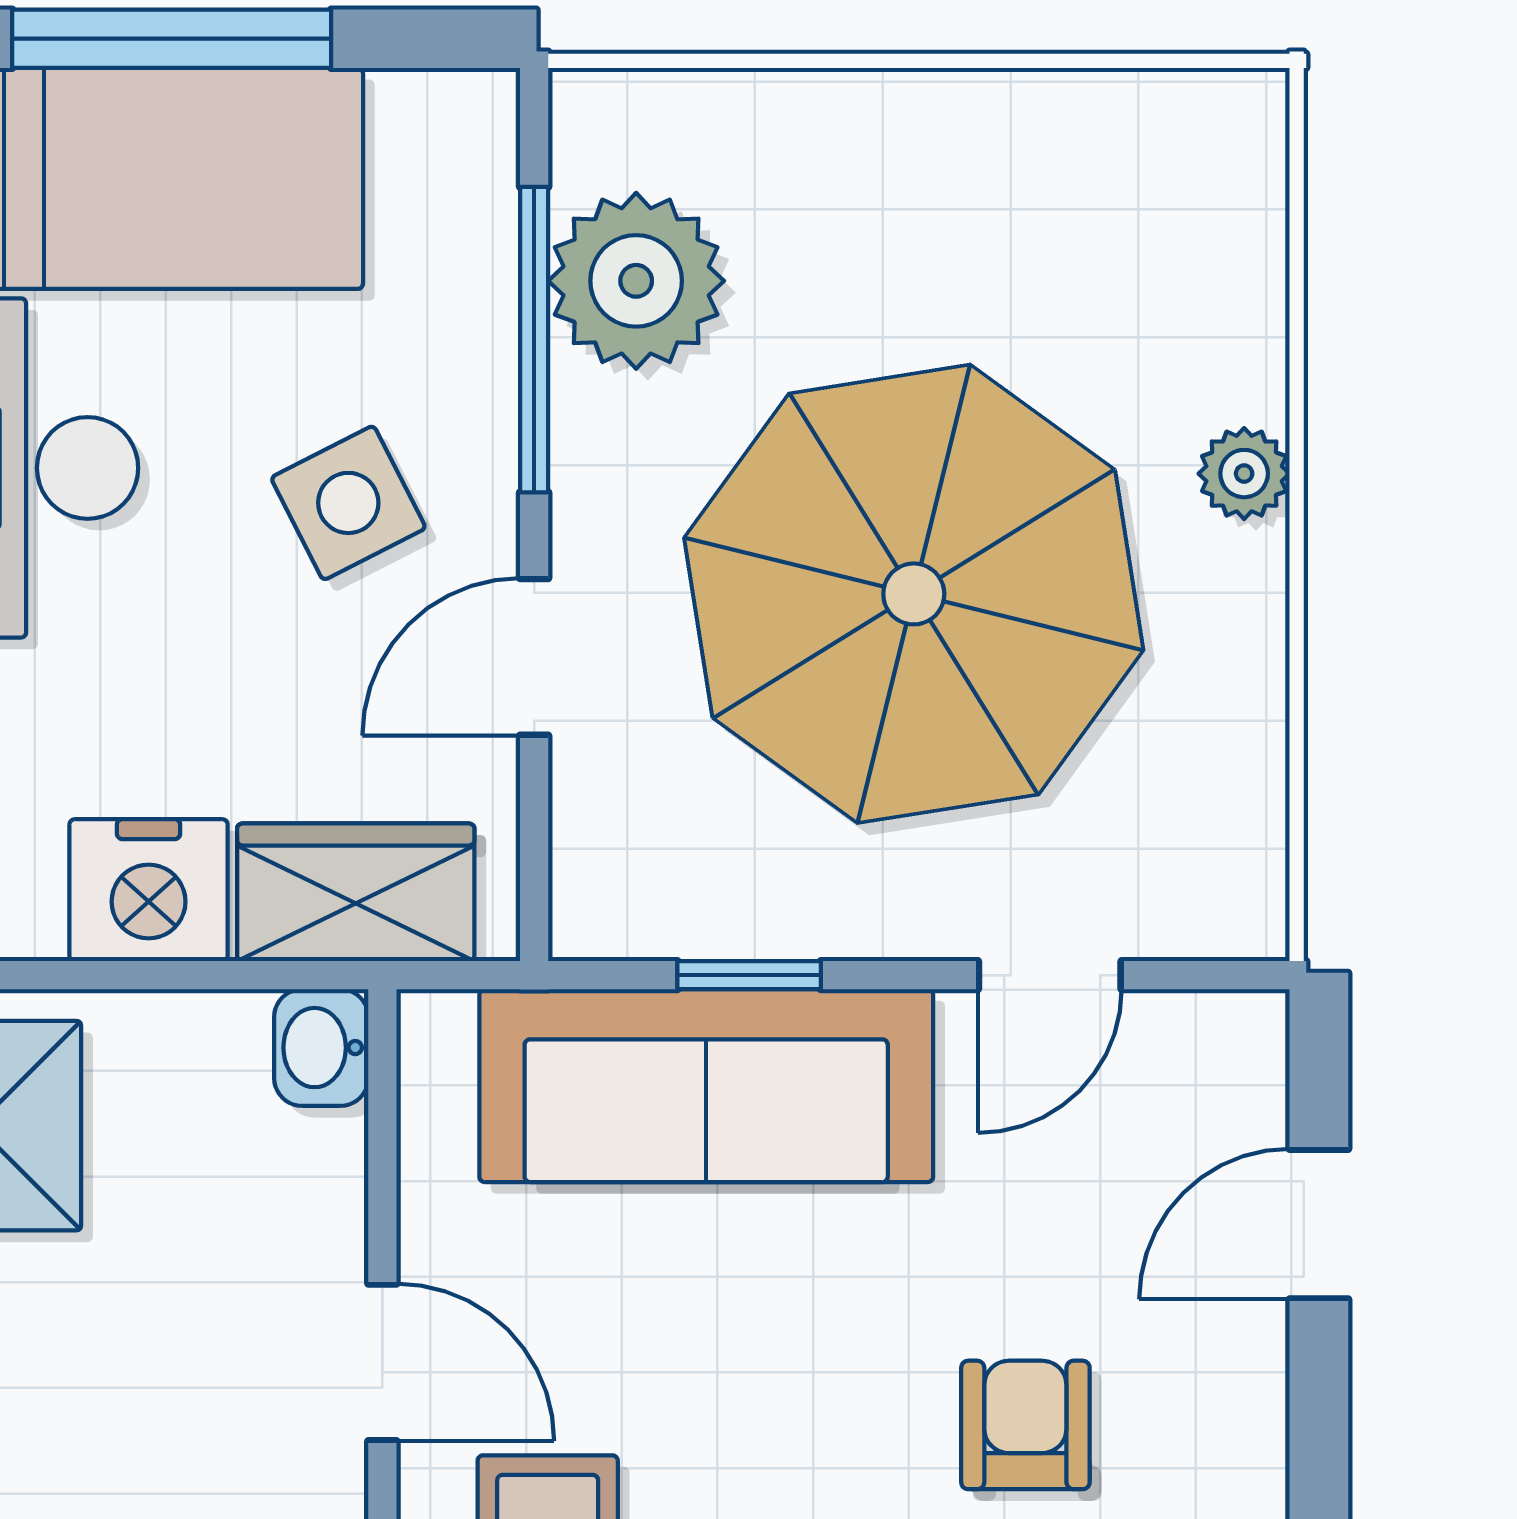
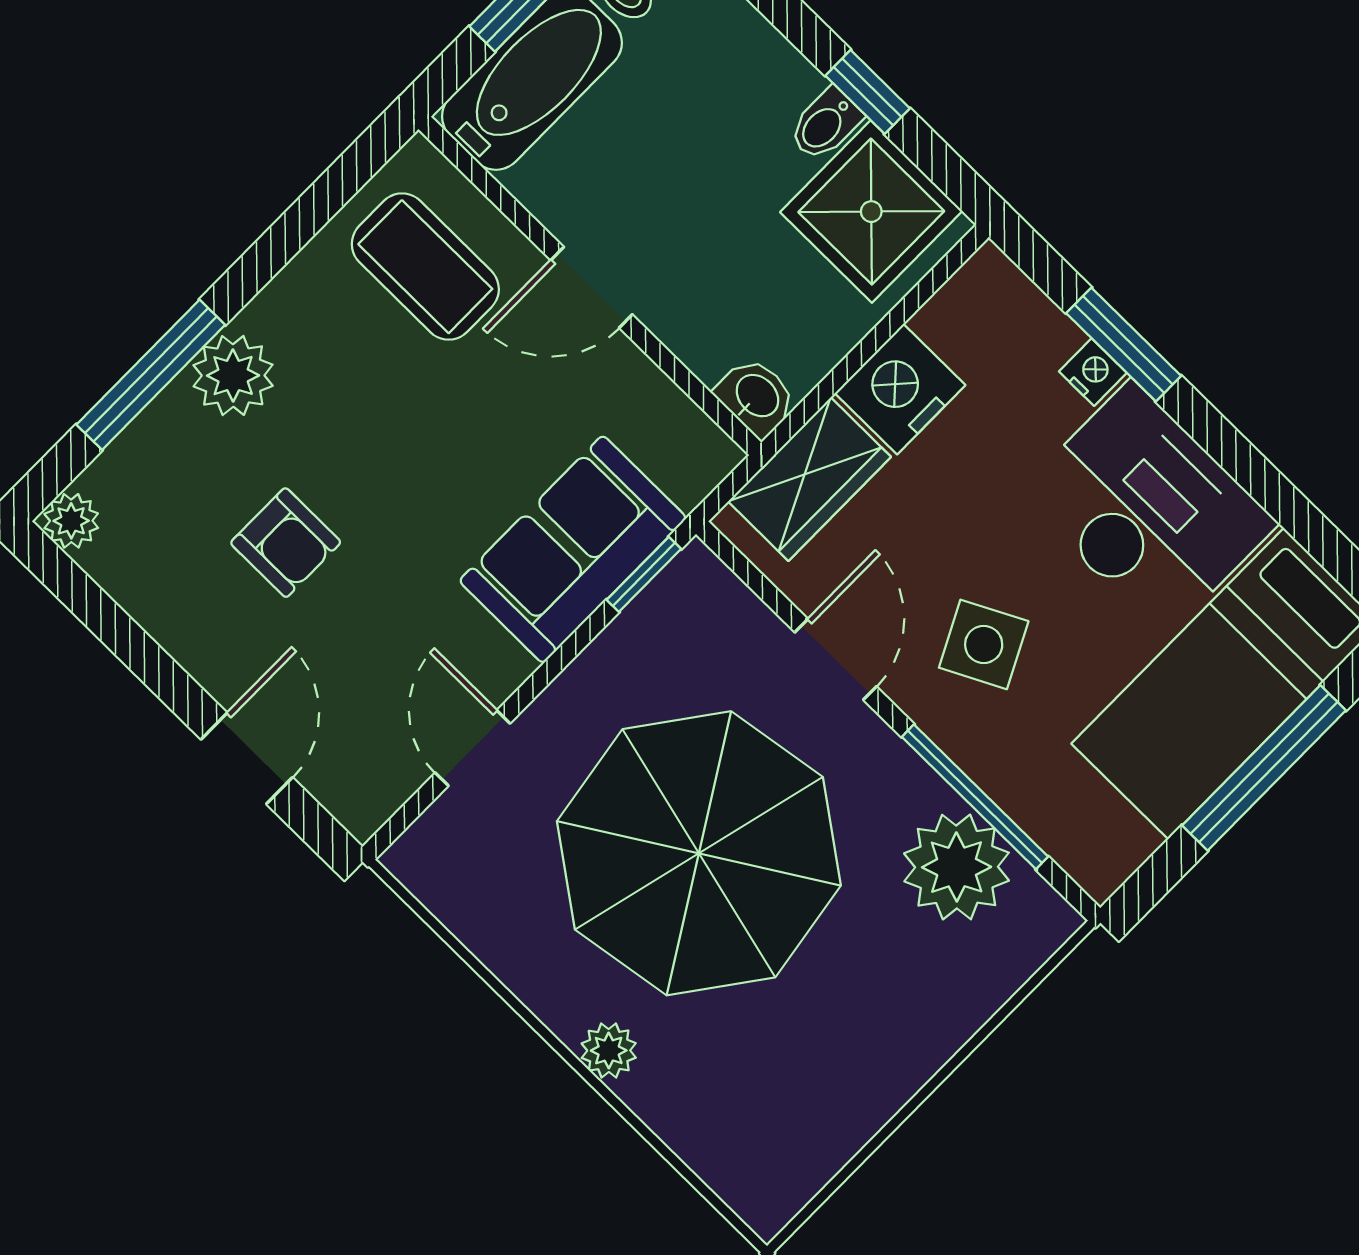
window: (749, 975) -> (644, 574), moved
sofa: (706, 1086) -> (573, 549), width x0.73

